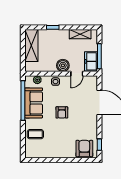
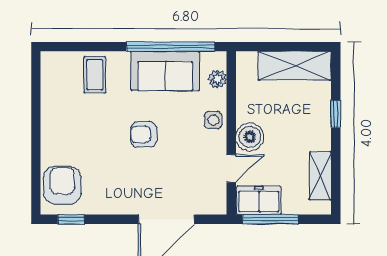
door: (77, 74) -> (231, 168), swing flipped
armchair: (84, 149) -> (62, 185), turned -90

